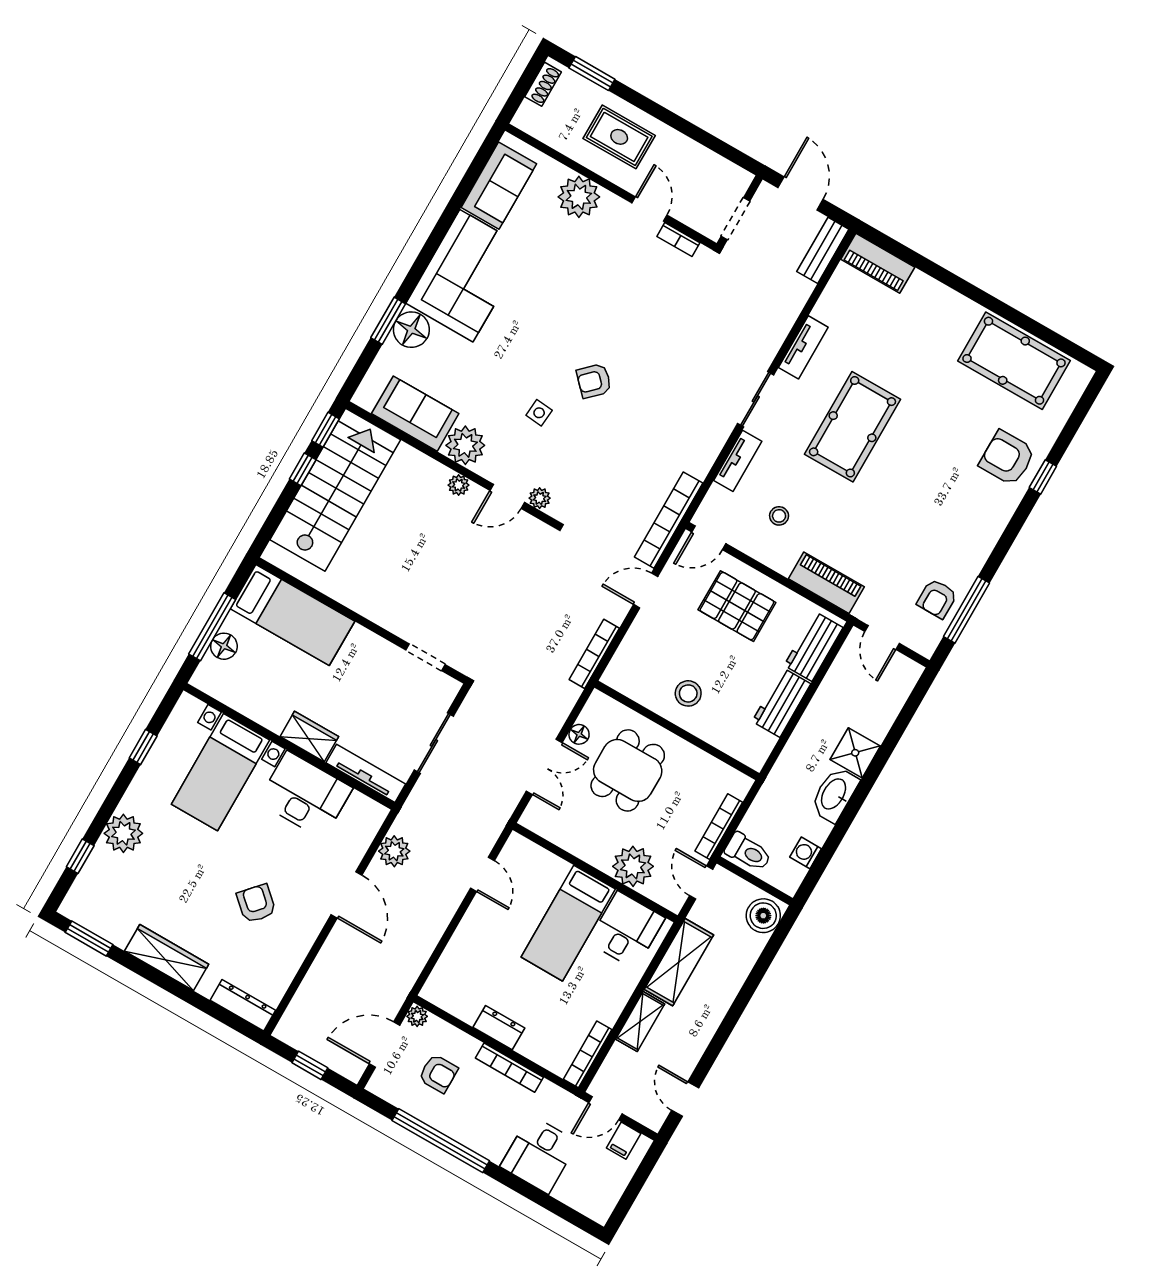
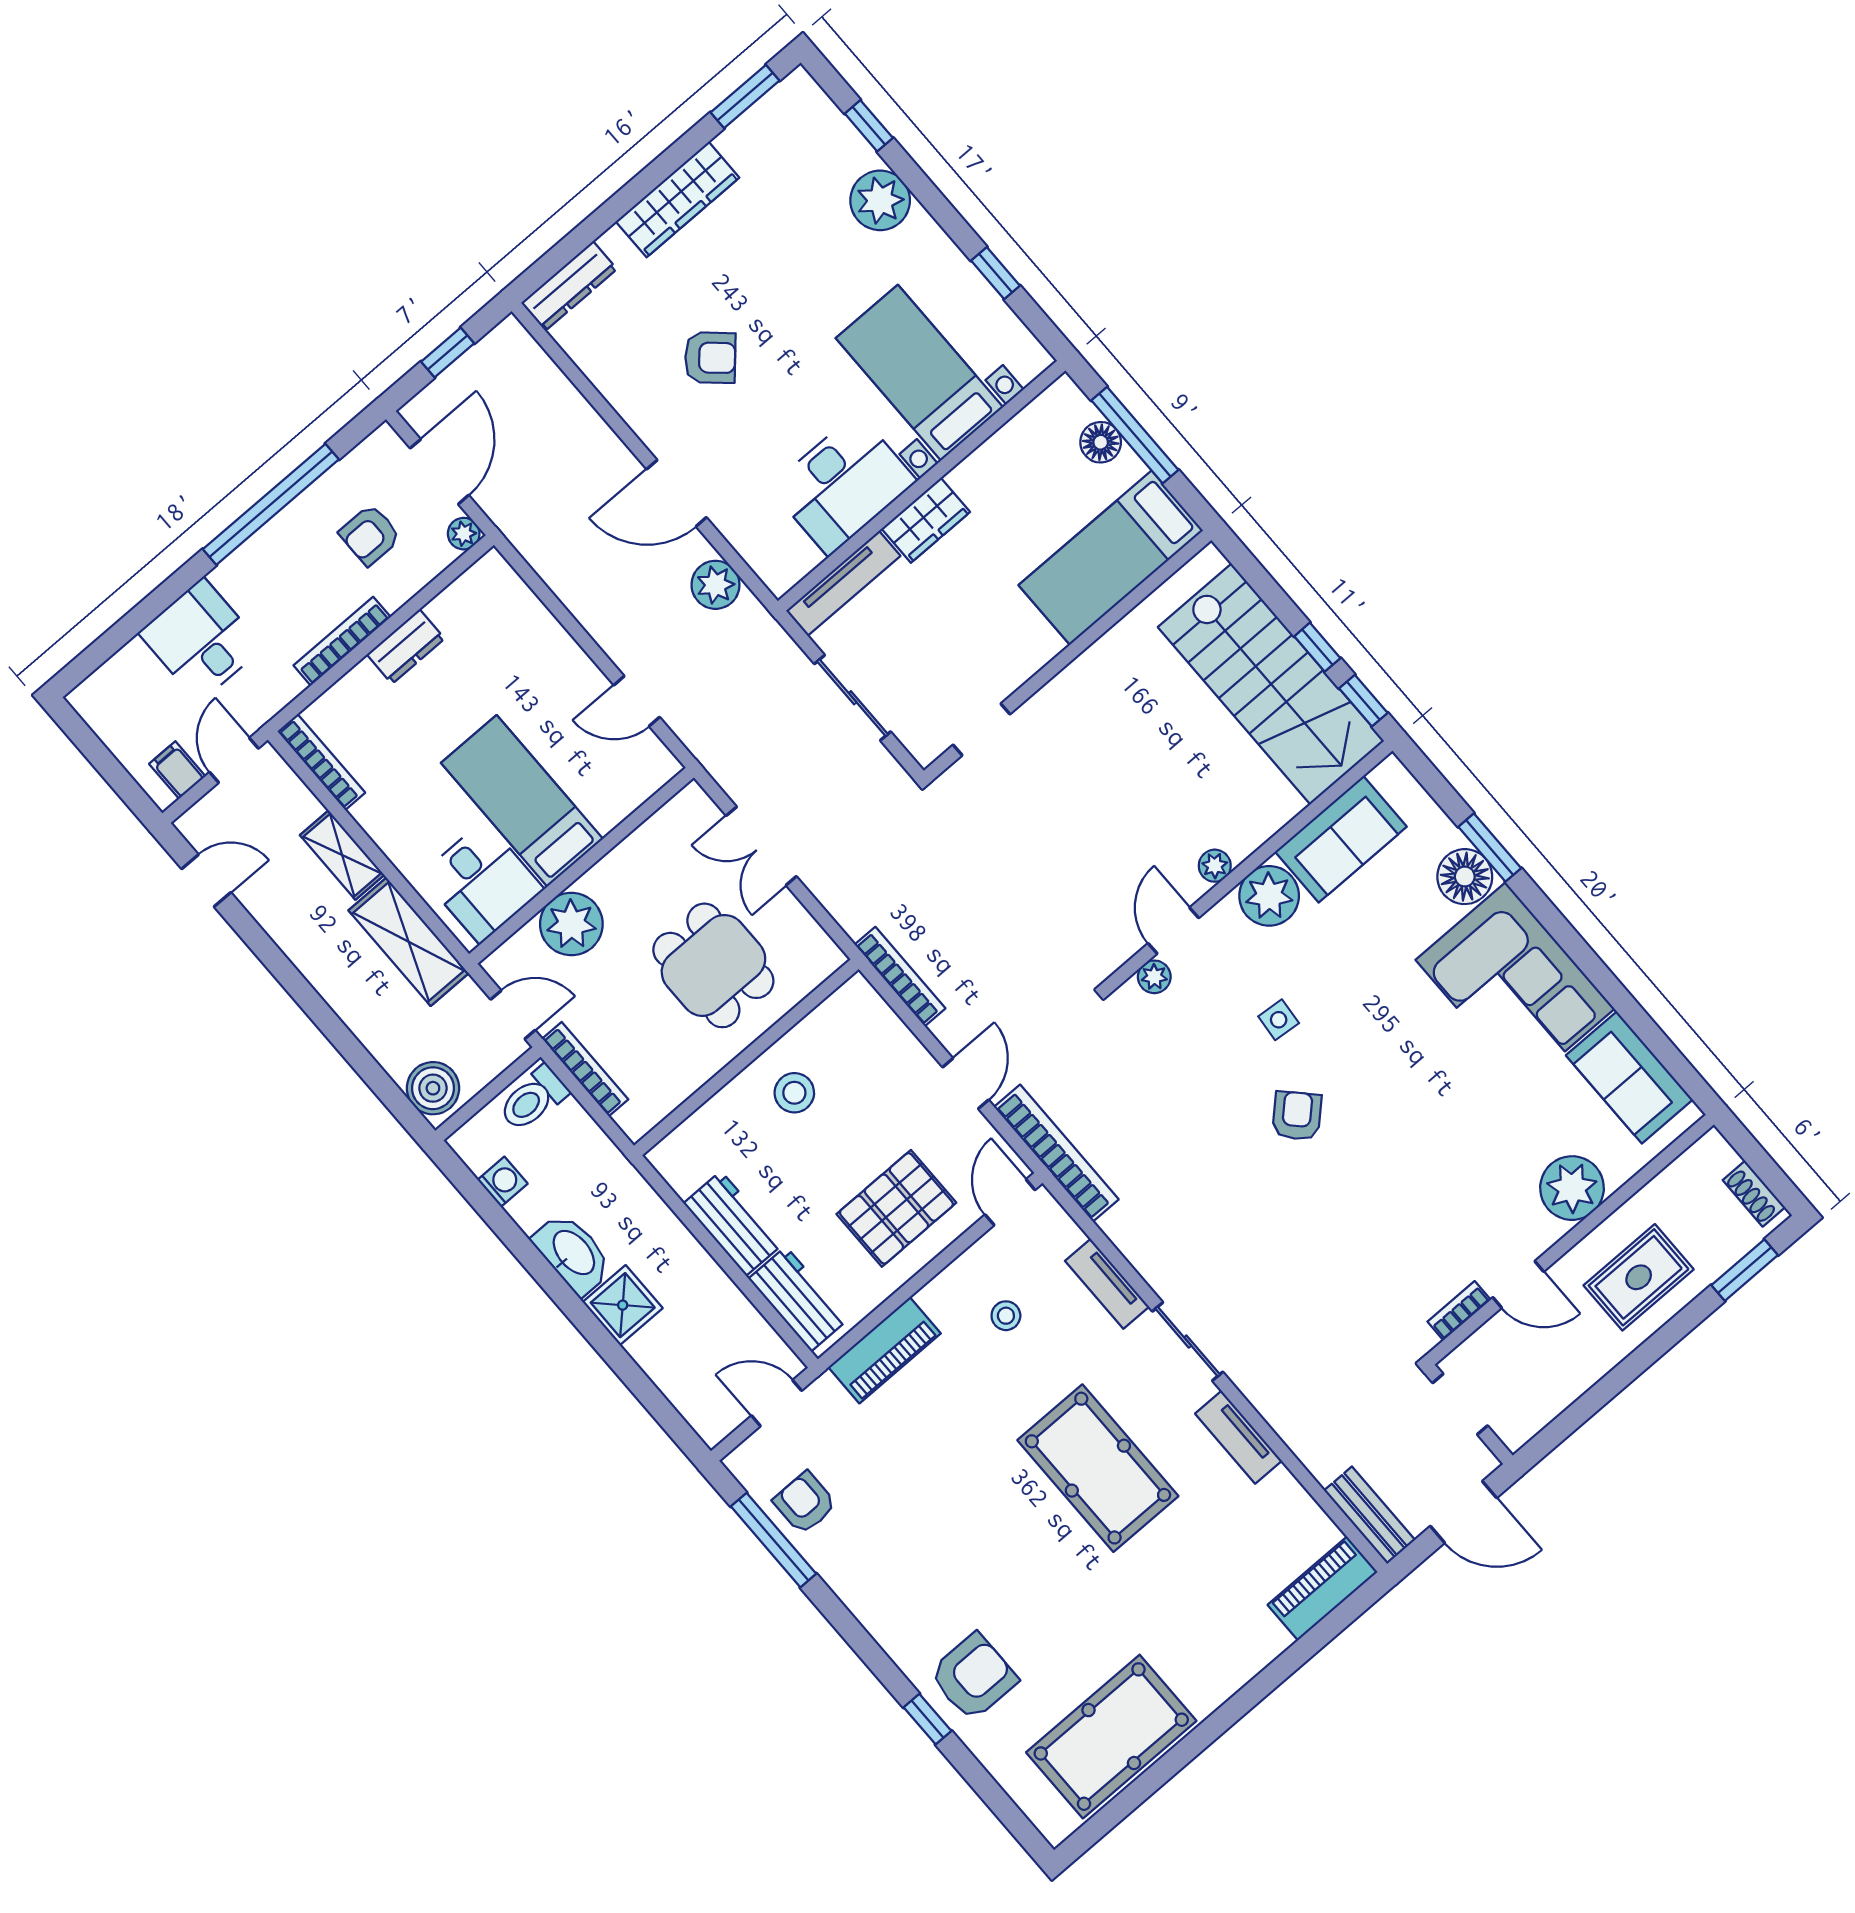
floor lamp: (579, 734) -> (791, 913), removed

